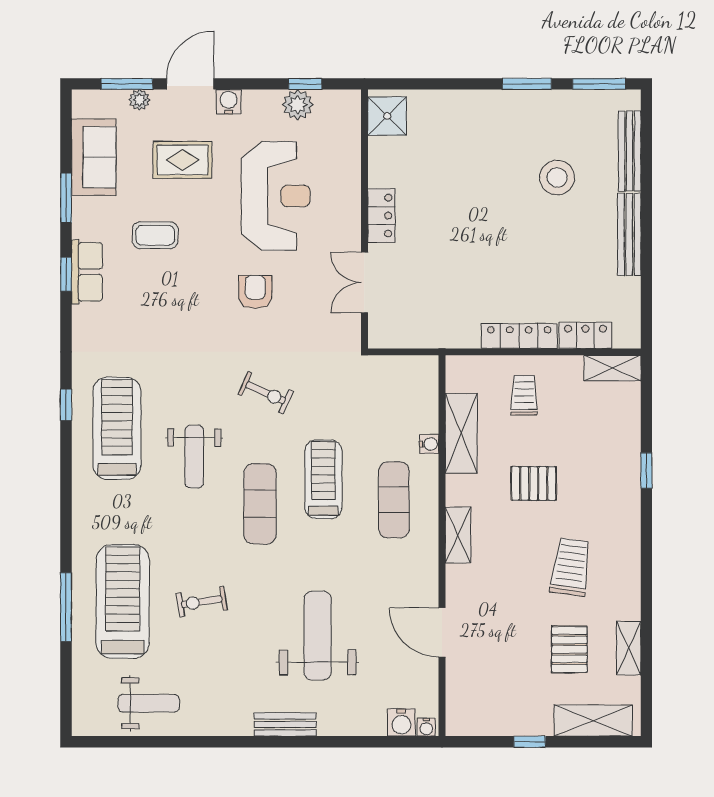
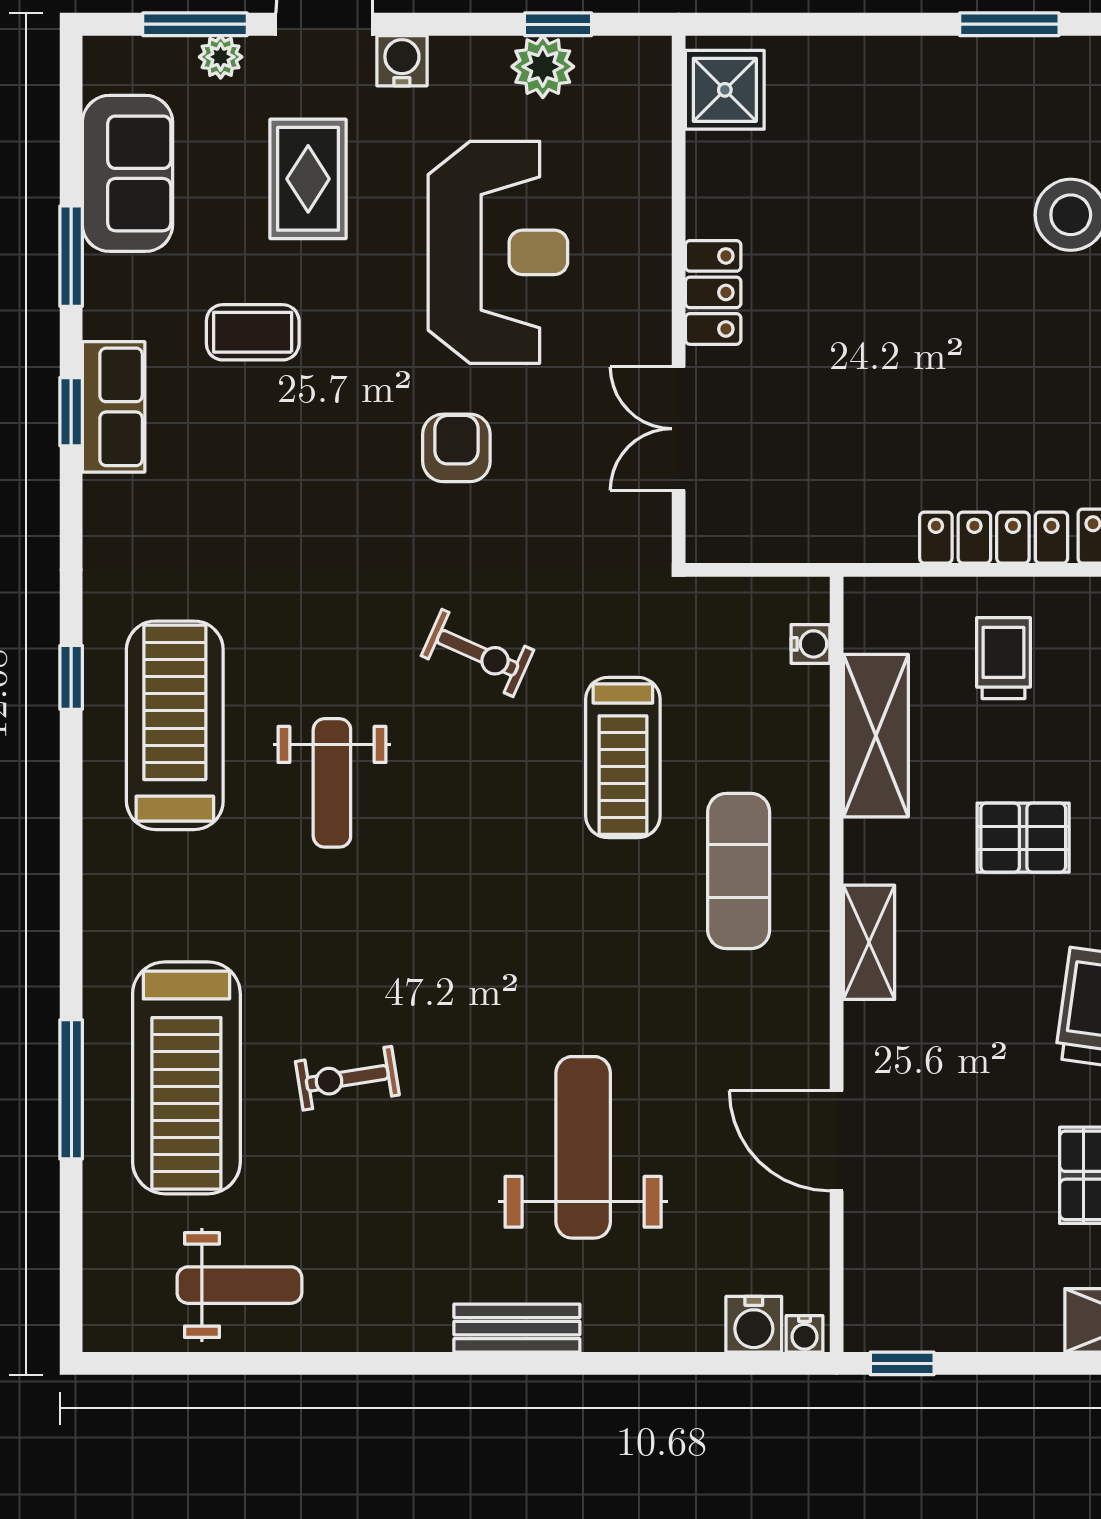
rug: (182, 160) -> (308, 179), turned 90
water cooler: (429, 444) -> (810, 644), moved
treadmill: (323, 479) -> (623, 758), moved, turned 180
exercise mat: (260, 504) -> (466, 879), removed
treadmill: (123, 601) -> (186, 1078), turned 180
window: (530, 742) -> (902, 1363), moved

